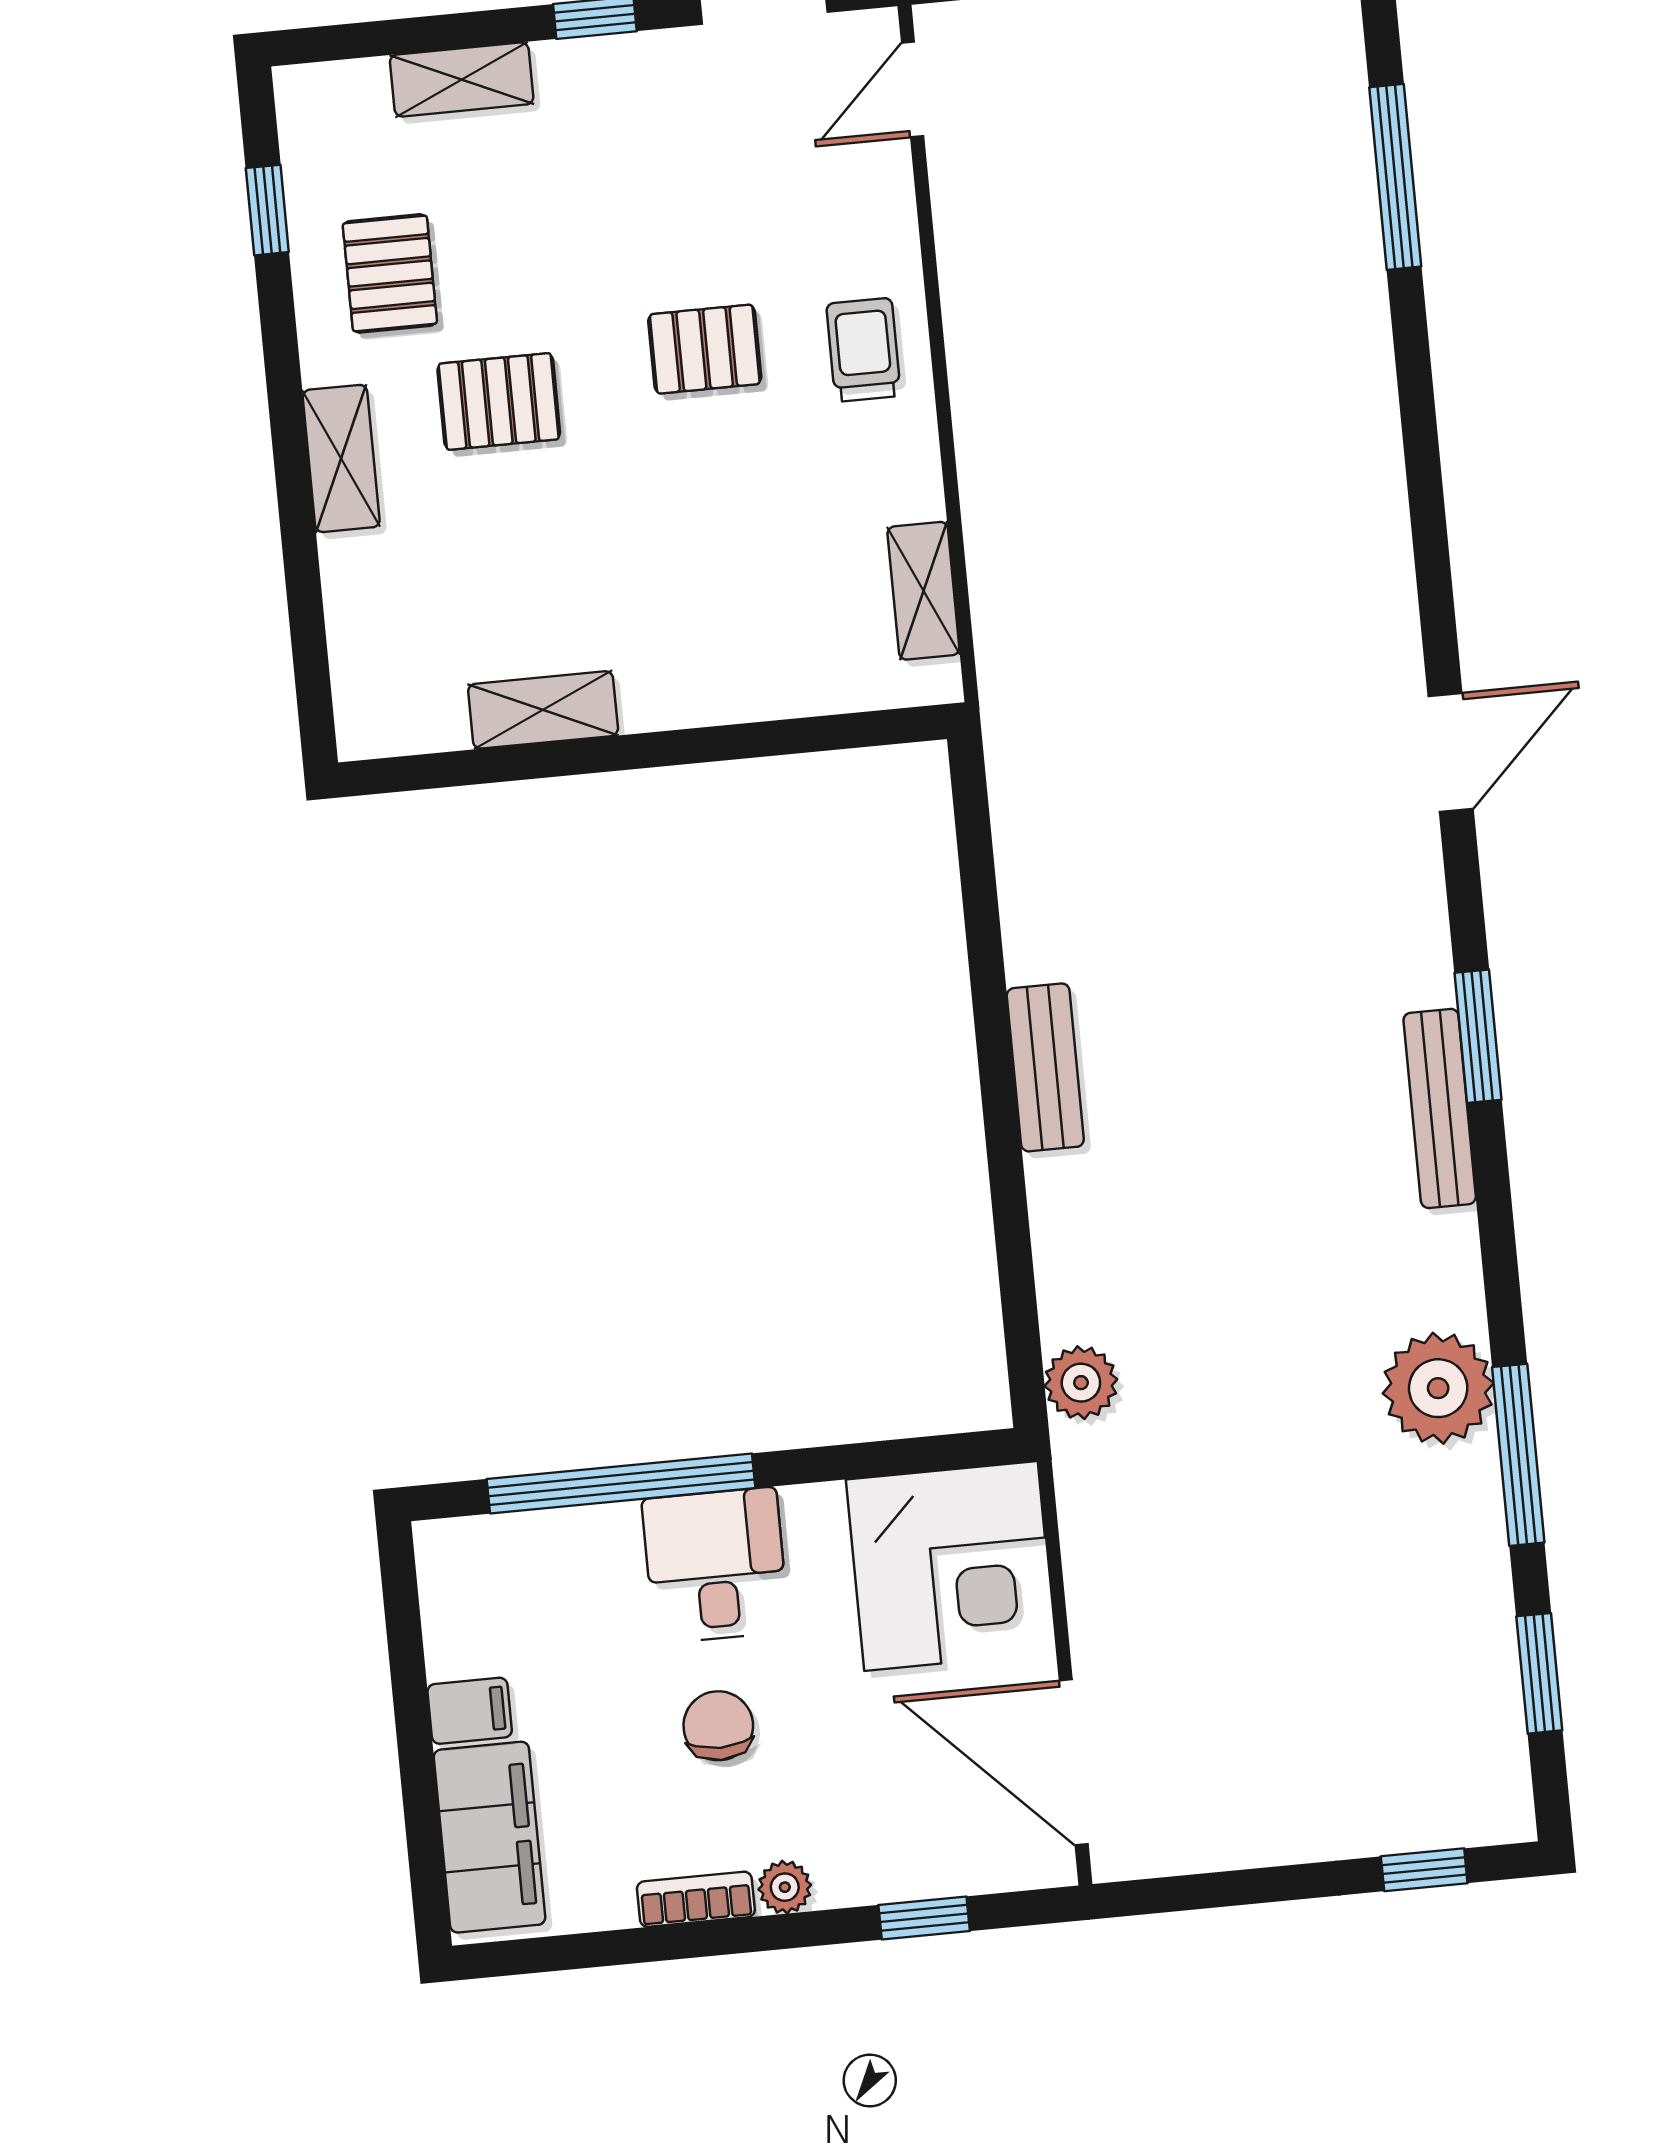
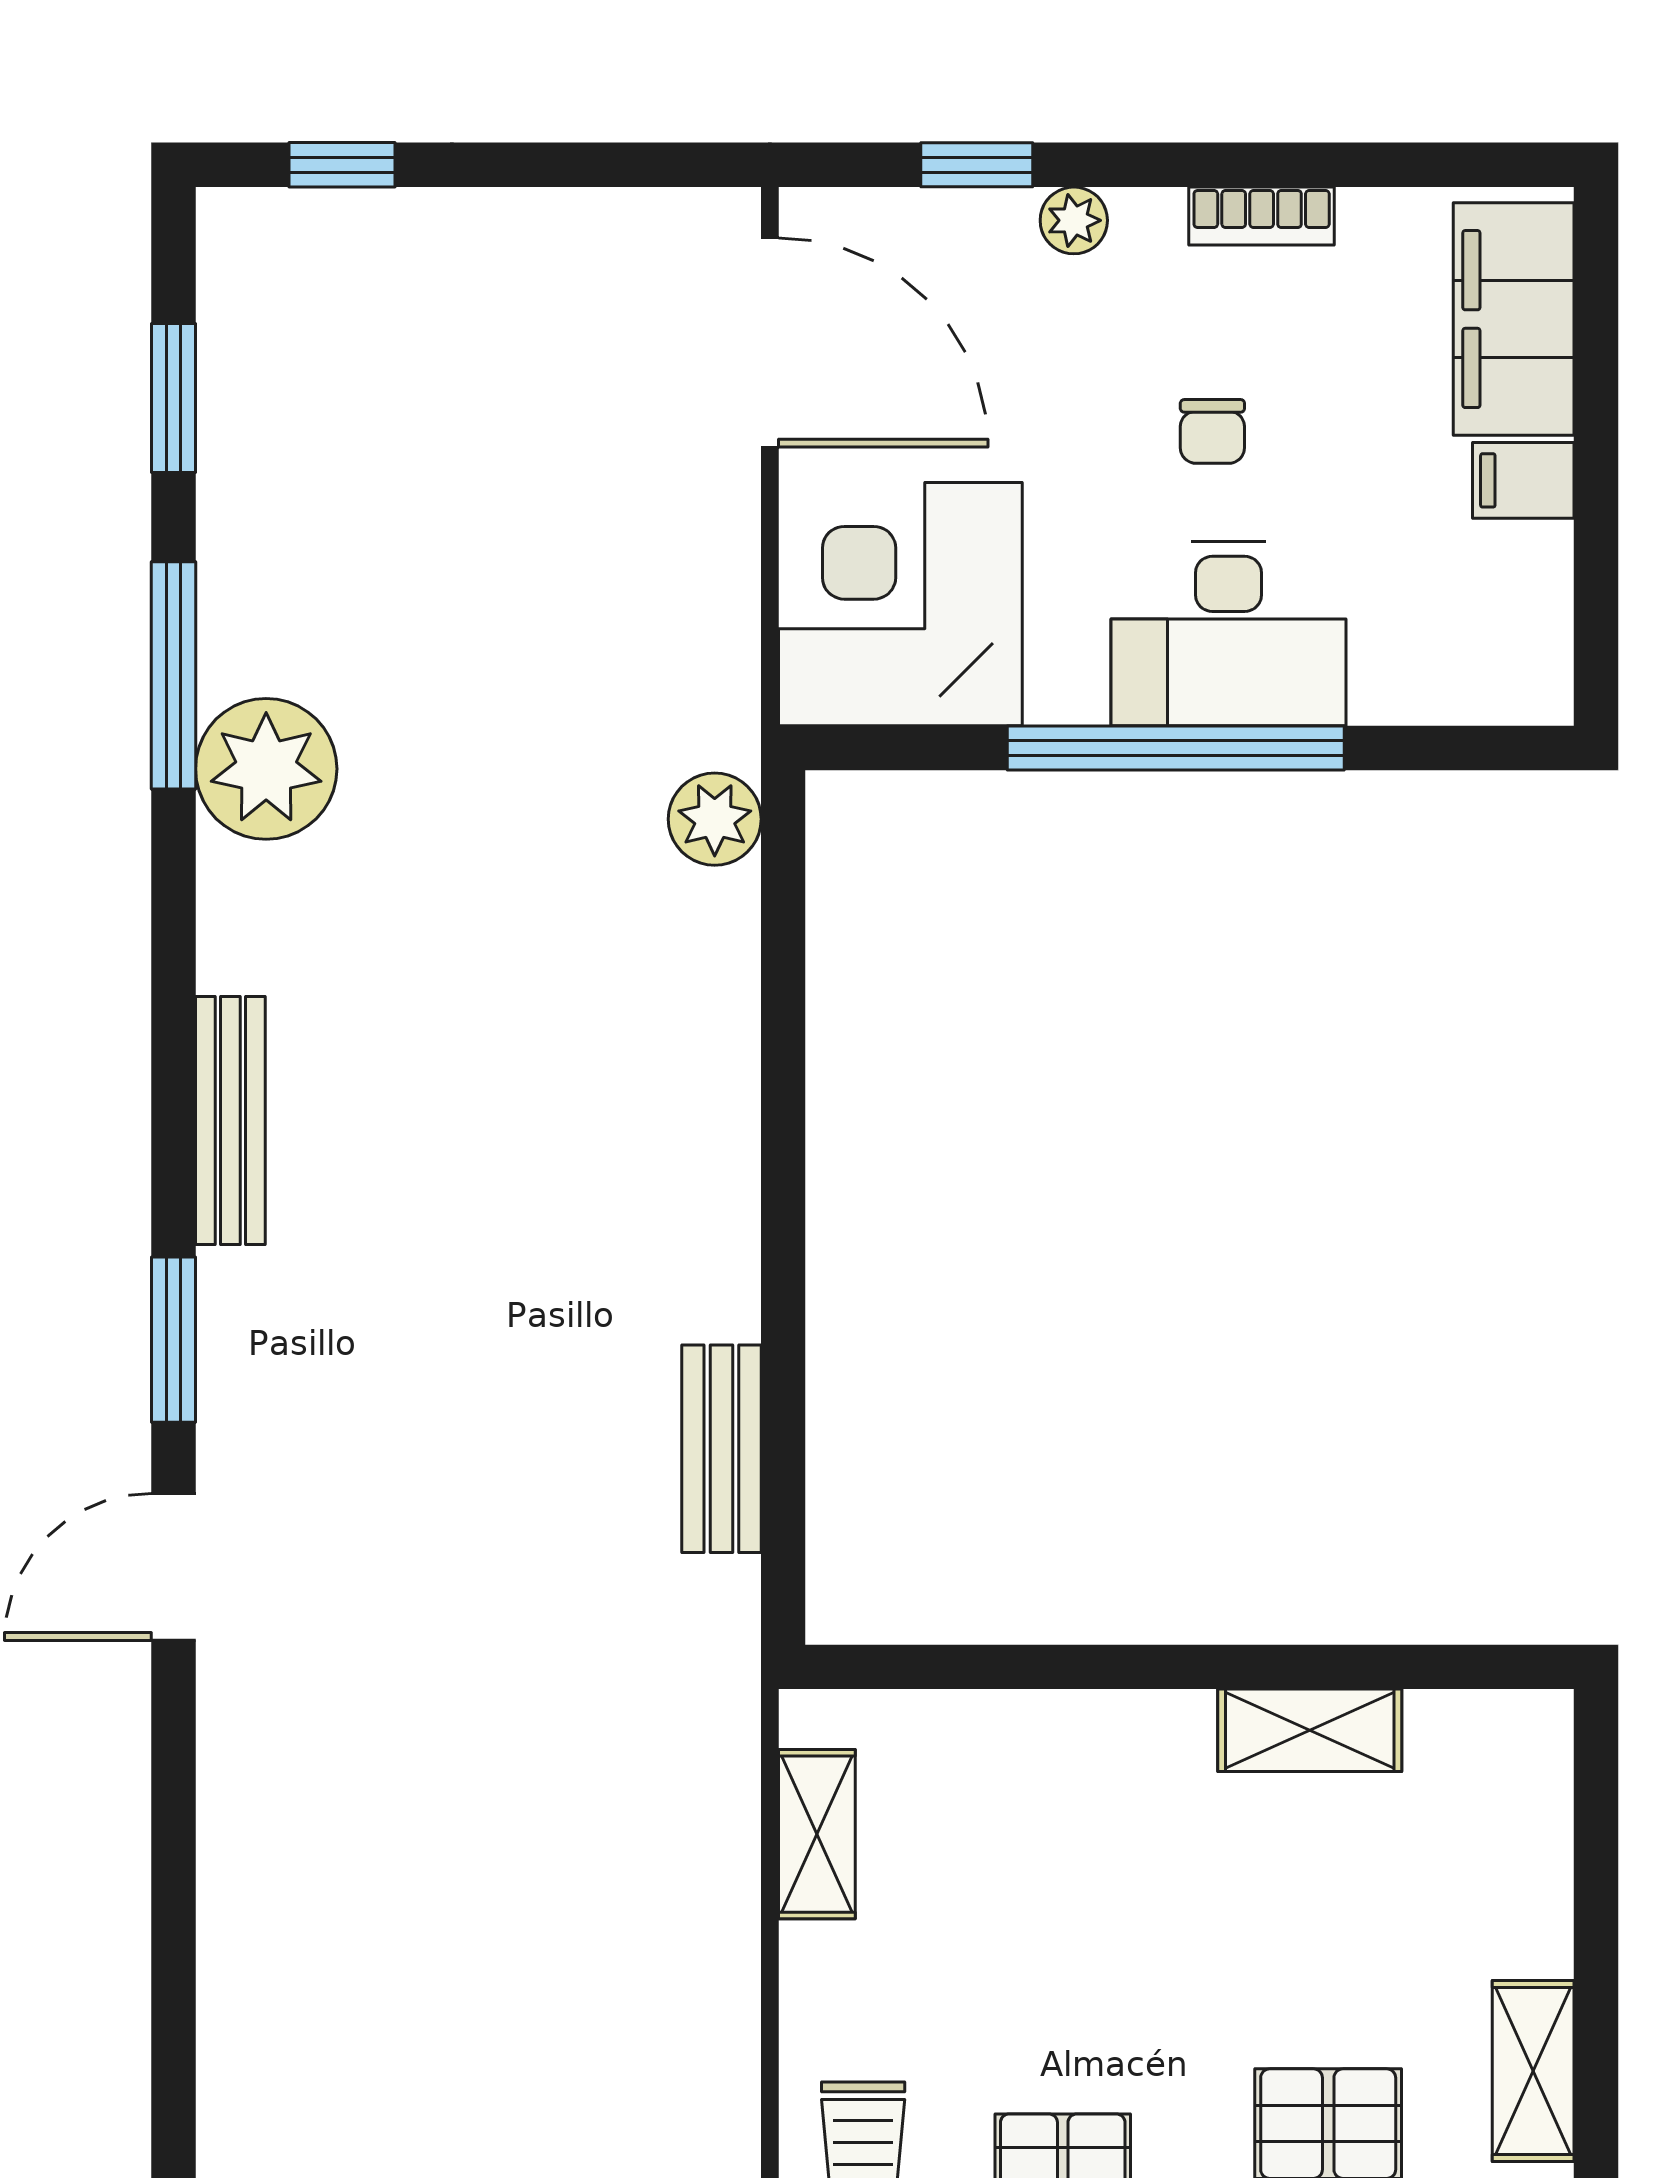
window: (1478, 1036) -> (173, 1340), moved
bench: (1045, 1067) -> (721, 1449), moved
window: (621, 1483) -> (1176, 748), moved
desk: (715, 1565) -> (1228, 634), width x1.37
chair: (718, 1726) -> (1212, 431), width x0.73, depth x0.73
plant: (785, 1887) -> (1074, 220), moved

